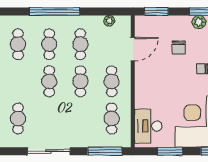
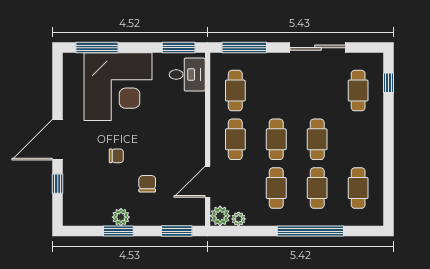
plant: (123, 23) -> (220, 216), added
desk: (148, 126) -> (187, 75), width x0.73
window: (170, 151) -> (179, 48), moved

